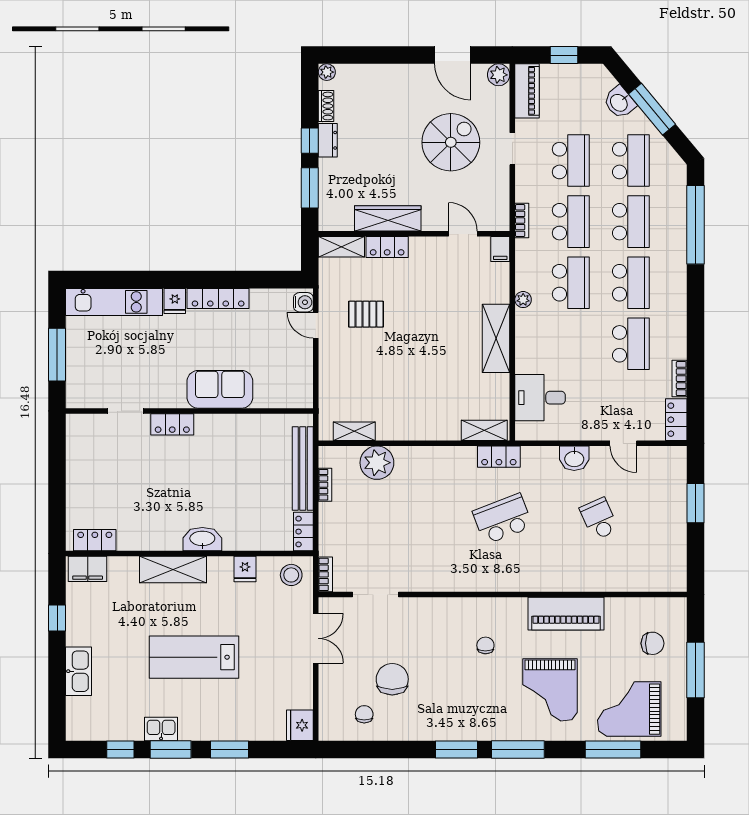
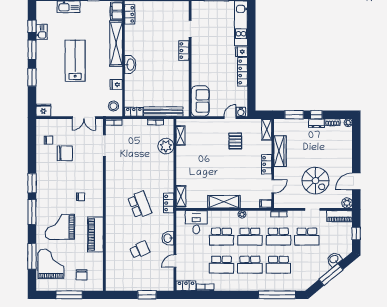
school desk: (631, 161) -> (221, 237), moved
locker: (387, 247) -> (267, 164), moved
sofa: (220, 389) -> (200, 101), moved
shelving: (173, 569) -> (116, 44), width x1.47
kitchen sink: (161, 729) -> (42, 32), moved

